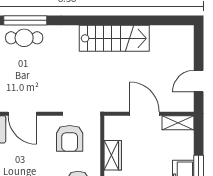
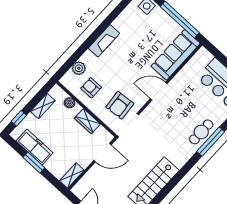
door: (144, 114) -> (102, 153), moved
armchair: (70, 138) -> (120, 105), turned -95

